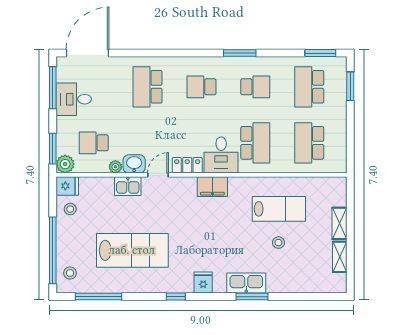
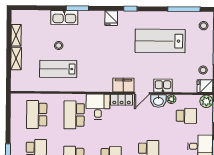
school desk: (309, 143) -> (37, 115), turned 180
filing cabinet: (212, 187) -> (123, 85), moved
kitchen sink: (246, 283) -> (64, 17), moved

